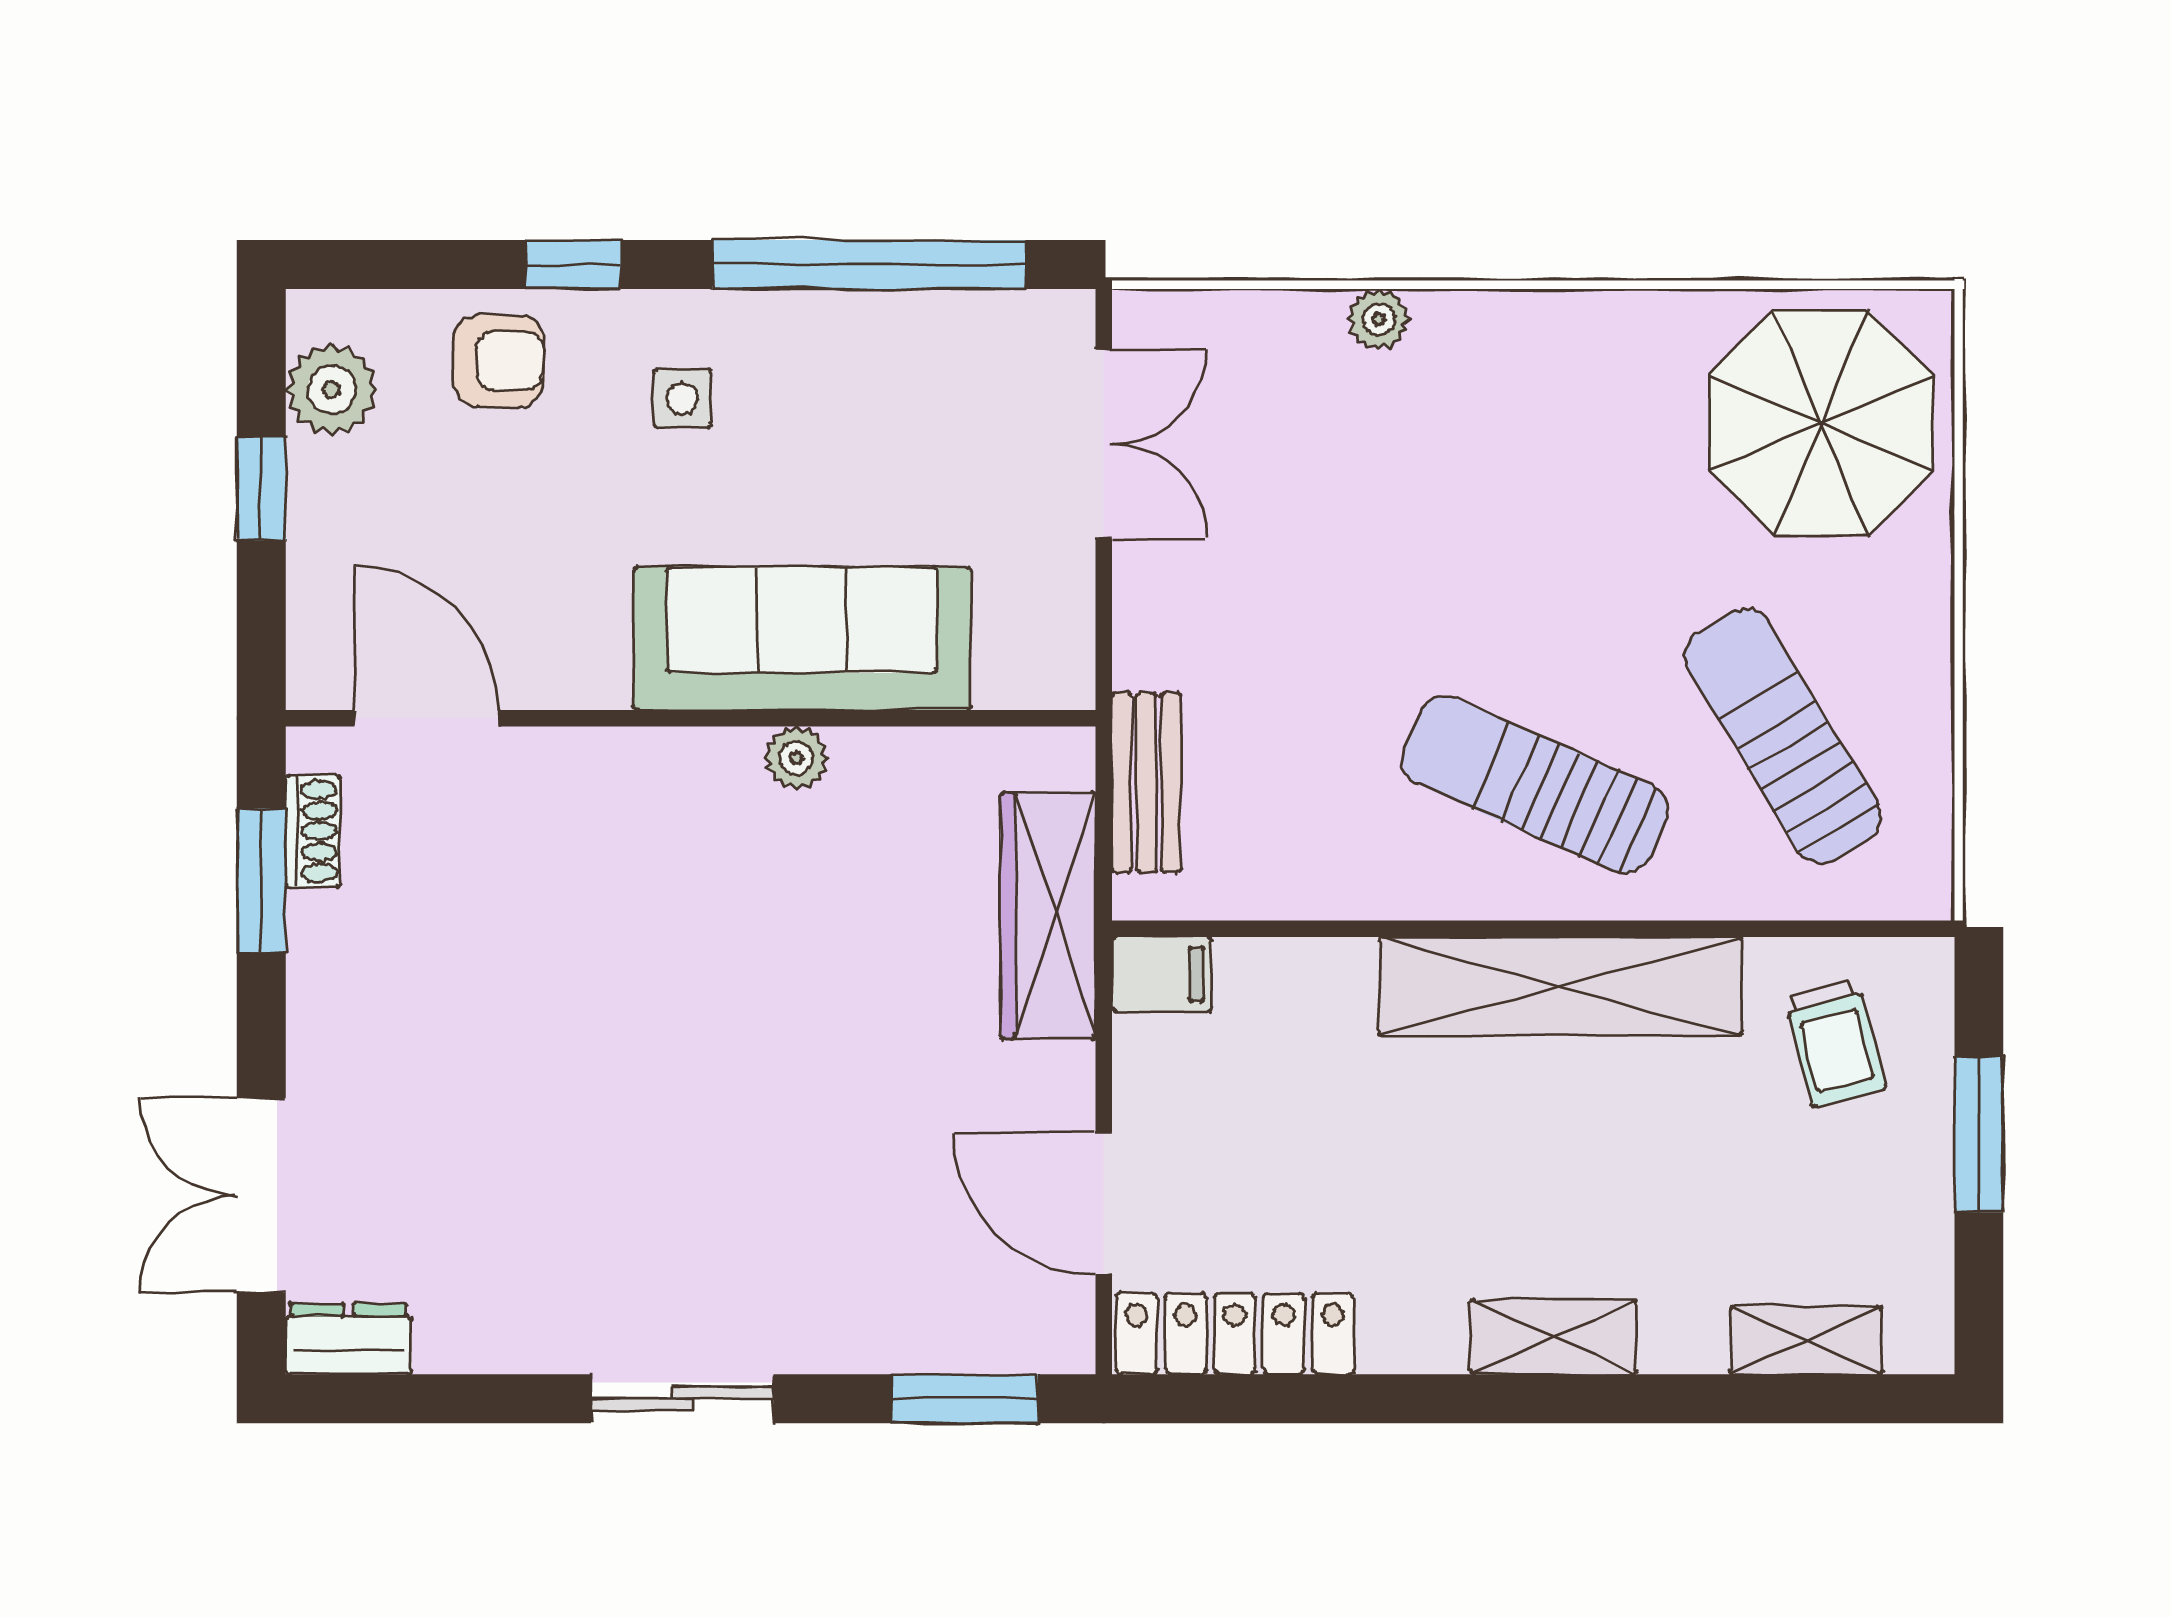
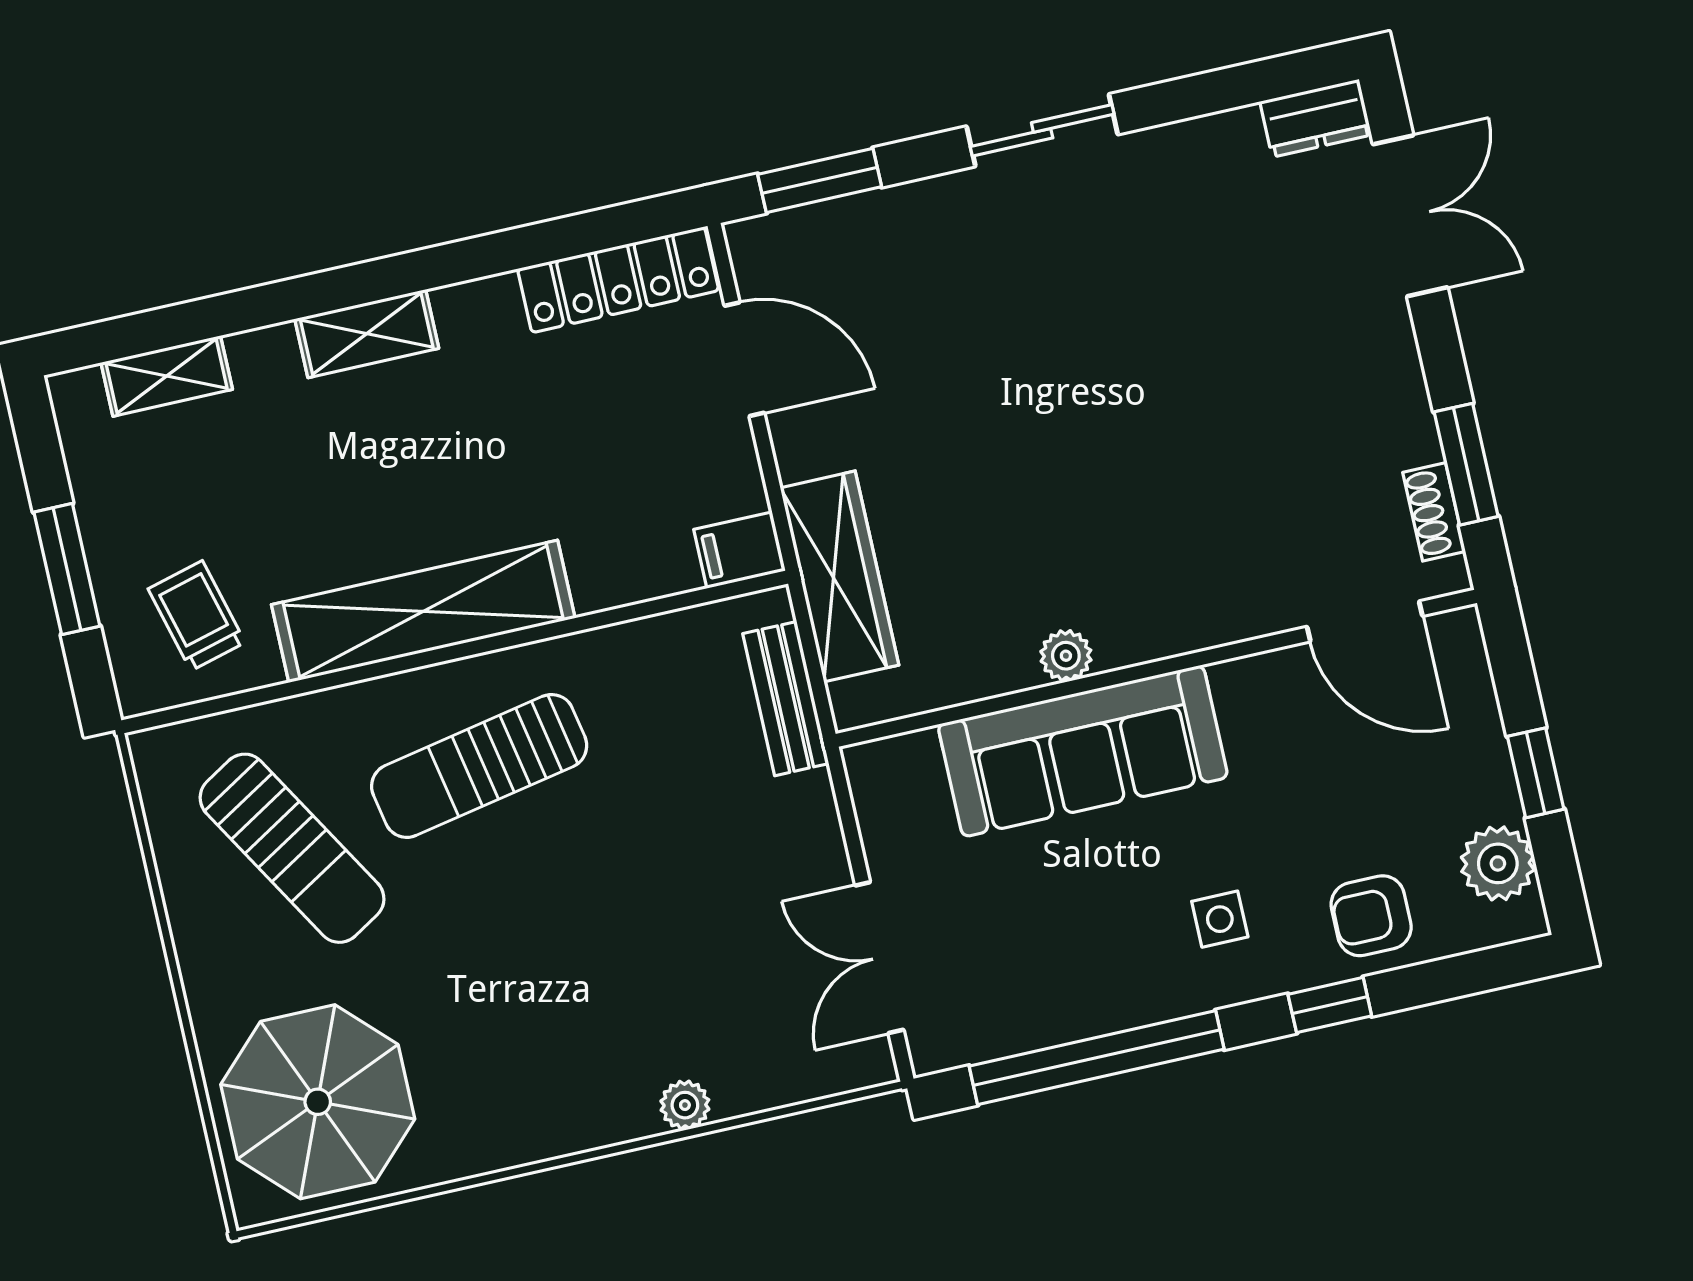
sun lounger: (1535, 785) -> (479, 766), turned 145

